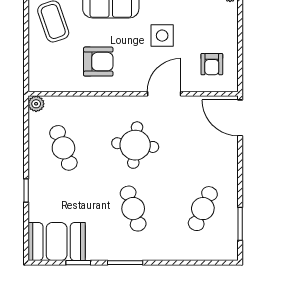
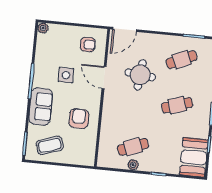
plant: (36, 104) -> (133, 165), moved
round table: (135, 145) -> (140, 75), moved
cafe table: (203, 209) -> (182, 60), turned -48

